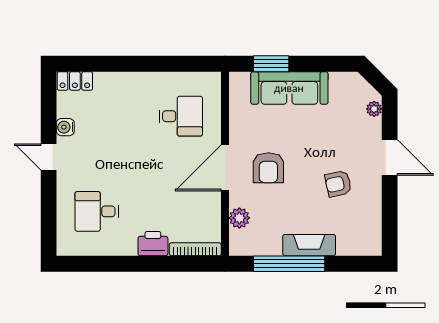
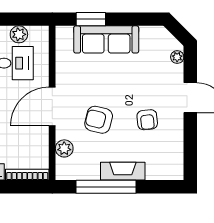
plant: (185, 82) -> (19, 34), added
armchair: (268, 168) -> (99, 120), moved, turned 104
armchair: (338, 184) -> (147, 120), turned -84

